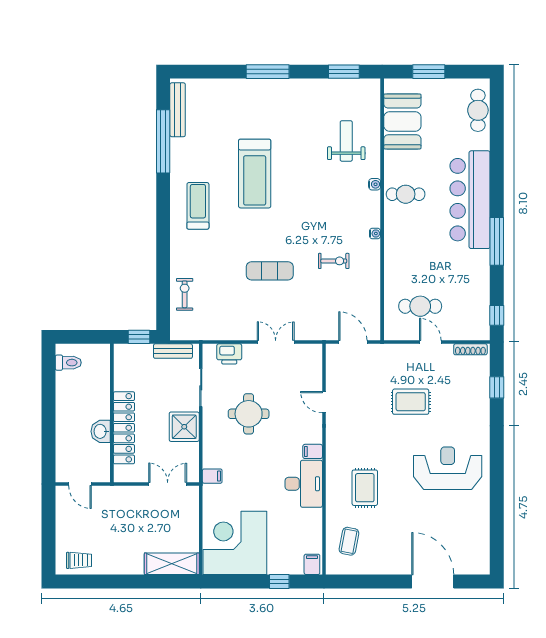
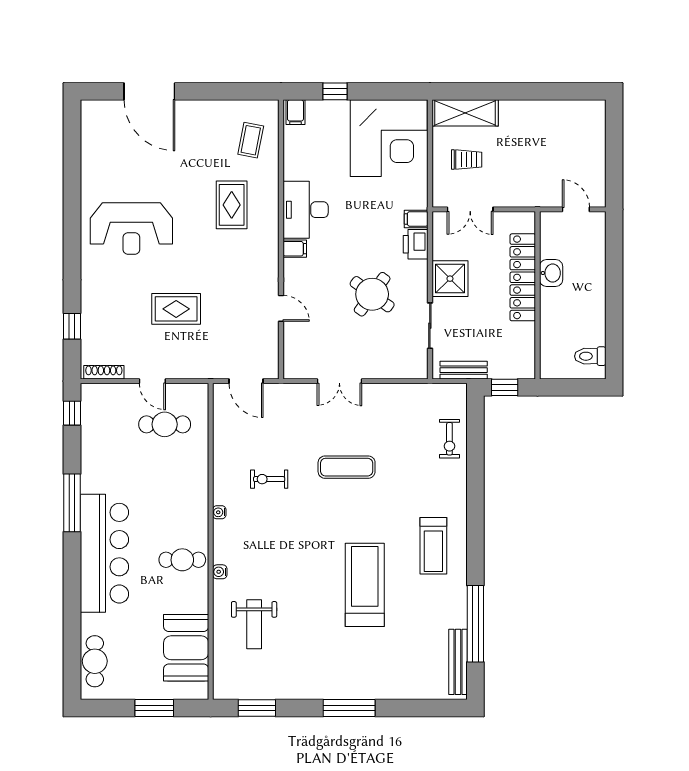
printer: (229, 354) -> (416, 244), moved, turned -90
round table: (249, 414) -> (372, 294), turned 36
trolley: (79, 560) -> (467, 160), moved, turned 180

